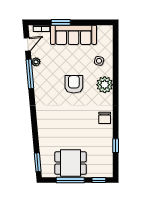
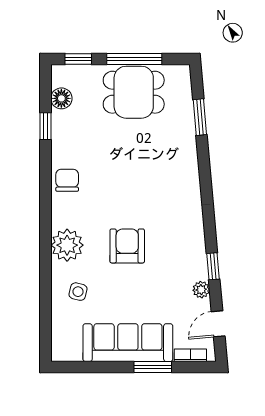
window: (30, 74) -> (213, 266), width x0.46
armchair: (74, 84) -> (127, 246), turned 180
floor lamp: (108, 160) -> (61, 98), added
window: (38, 162) -> (200, 117), moved

